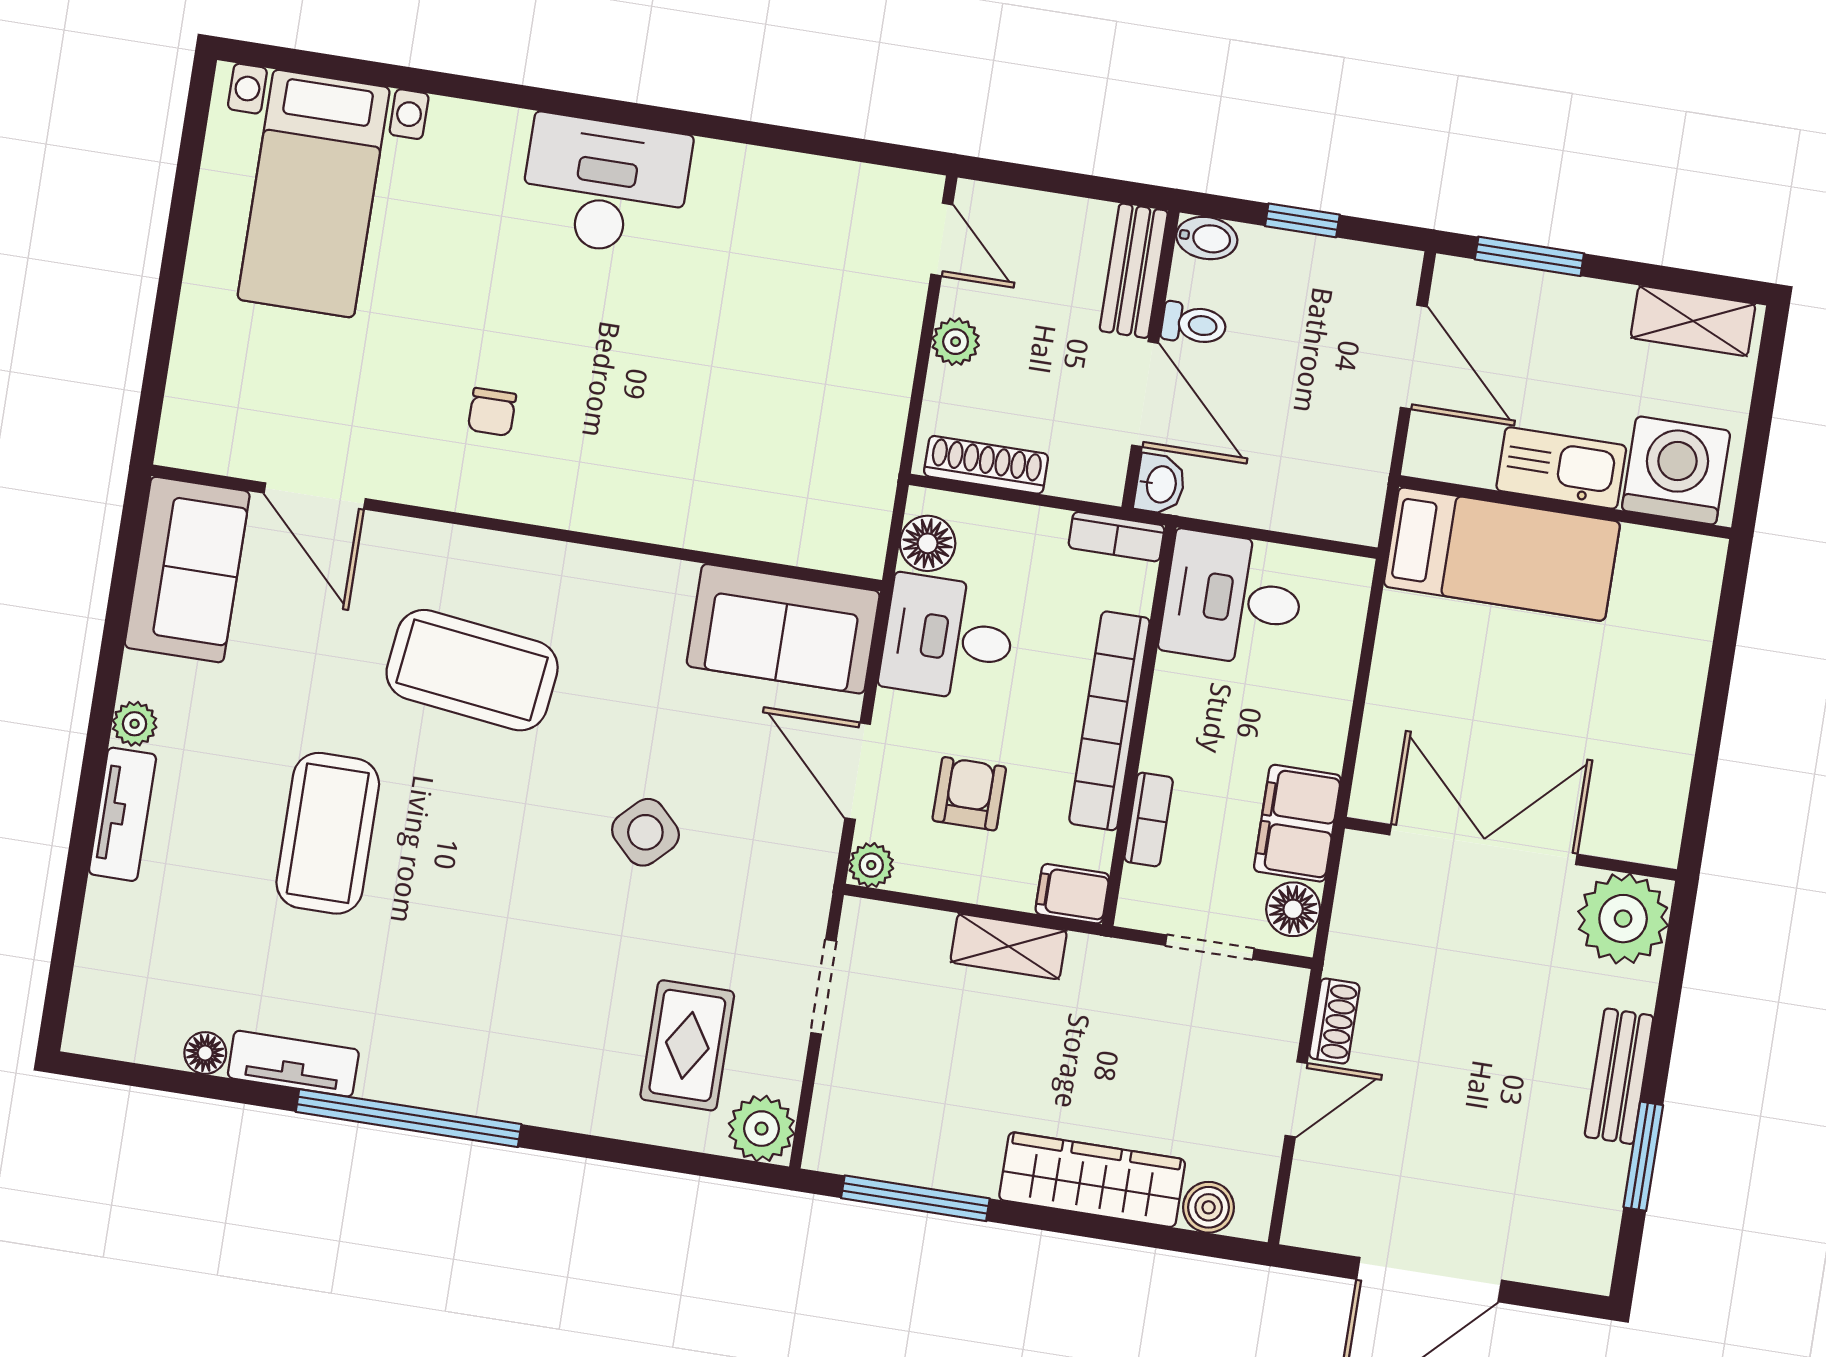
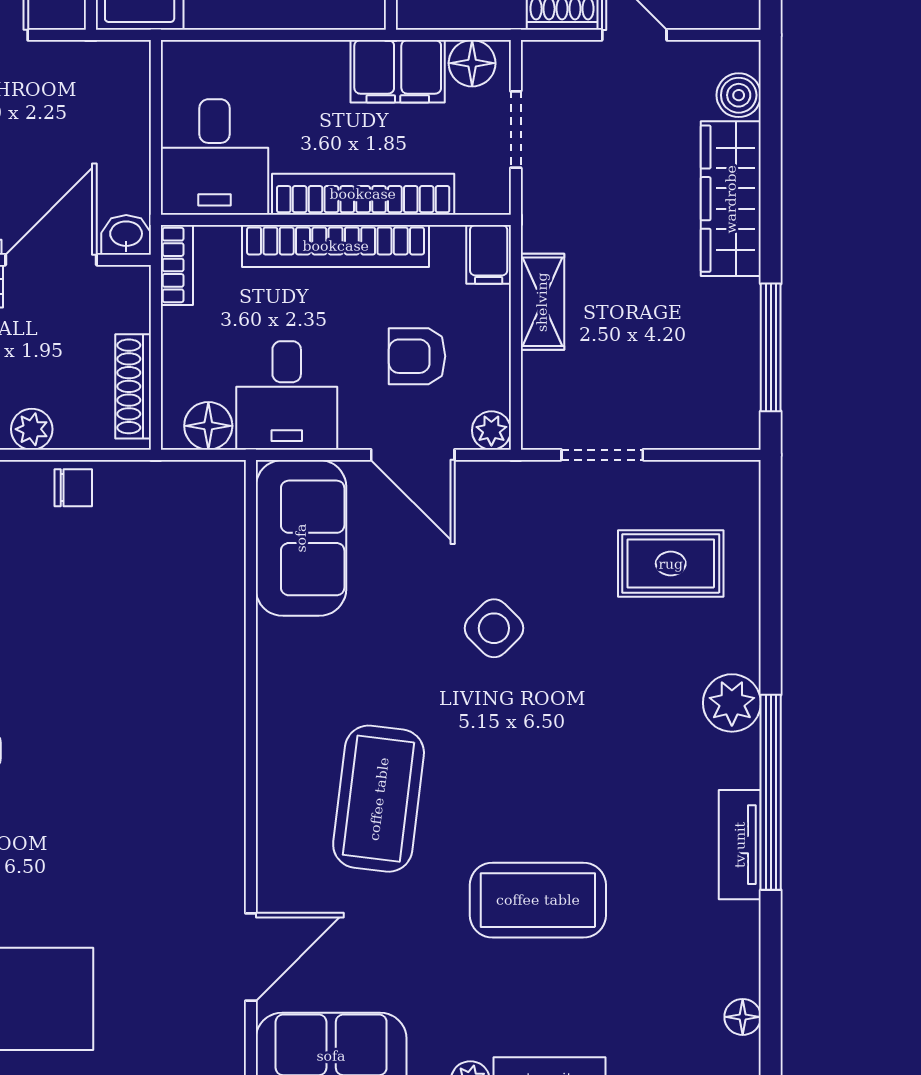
chair: (492, 412) -> (73, 488), moved
door: (858, 771) -> (413, 455), hinge flipped
bookcase: (1149, 820) -> (363, 194), width x2.31, depth x1.31
floor lamp: (205, 1053) -> (743, 1017), moved
tv unit: (293, 1064) -> (740, 845), moved
plant: (762, 1129) -> (732, 703), moved

